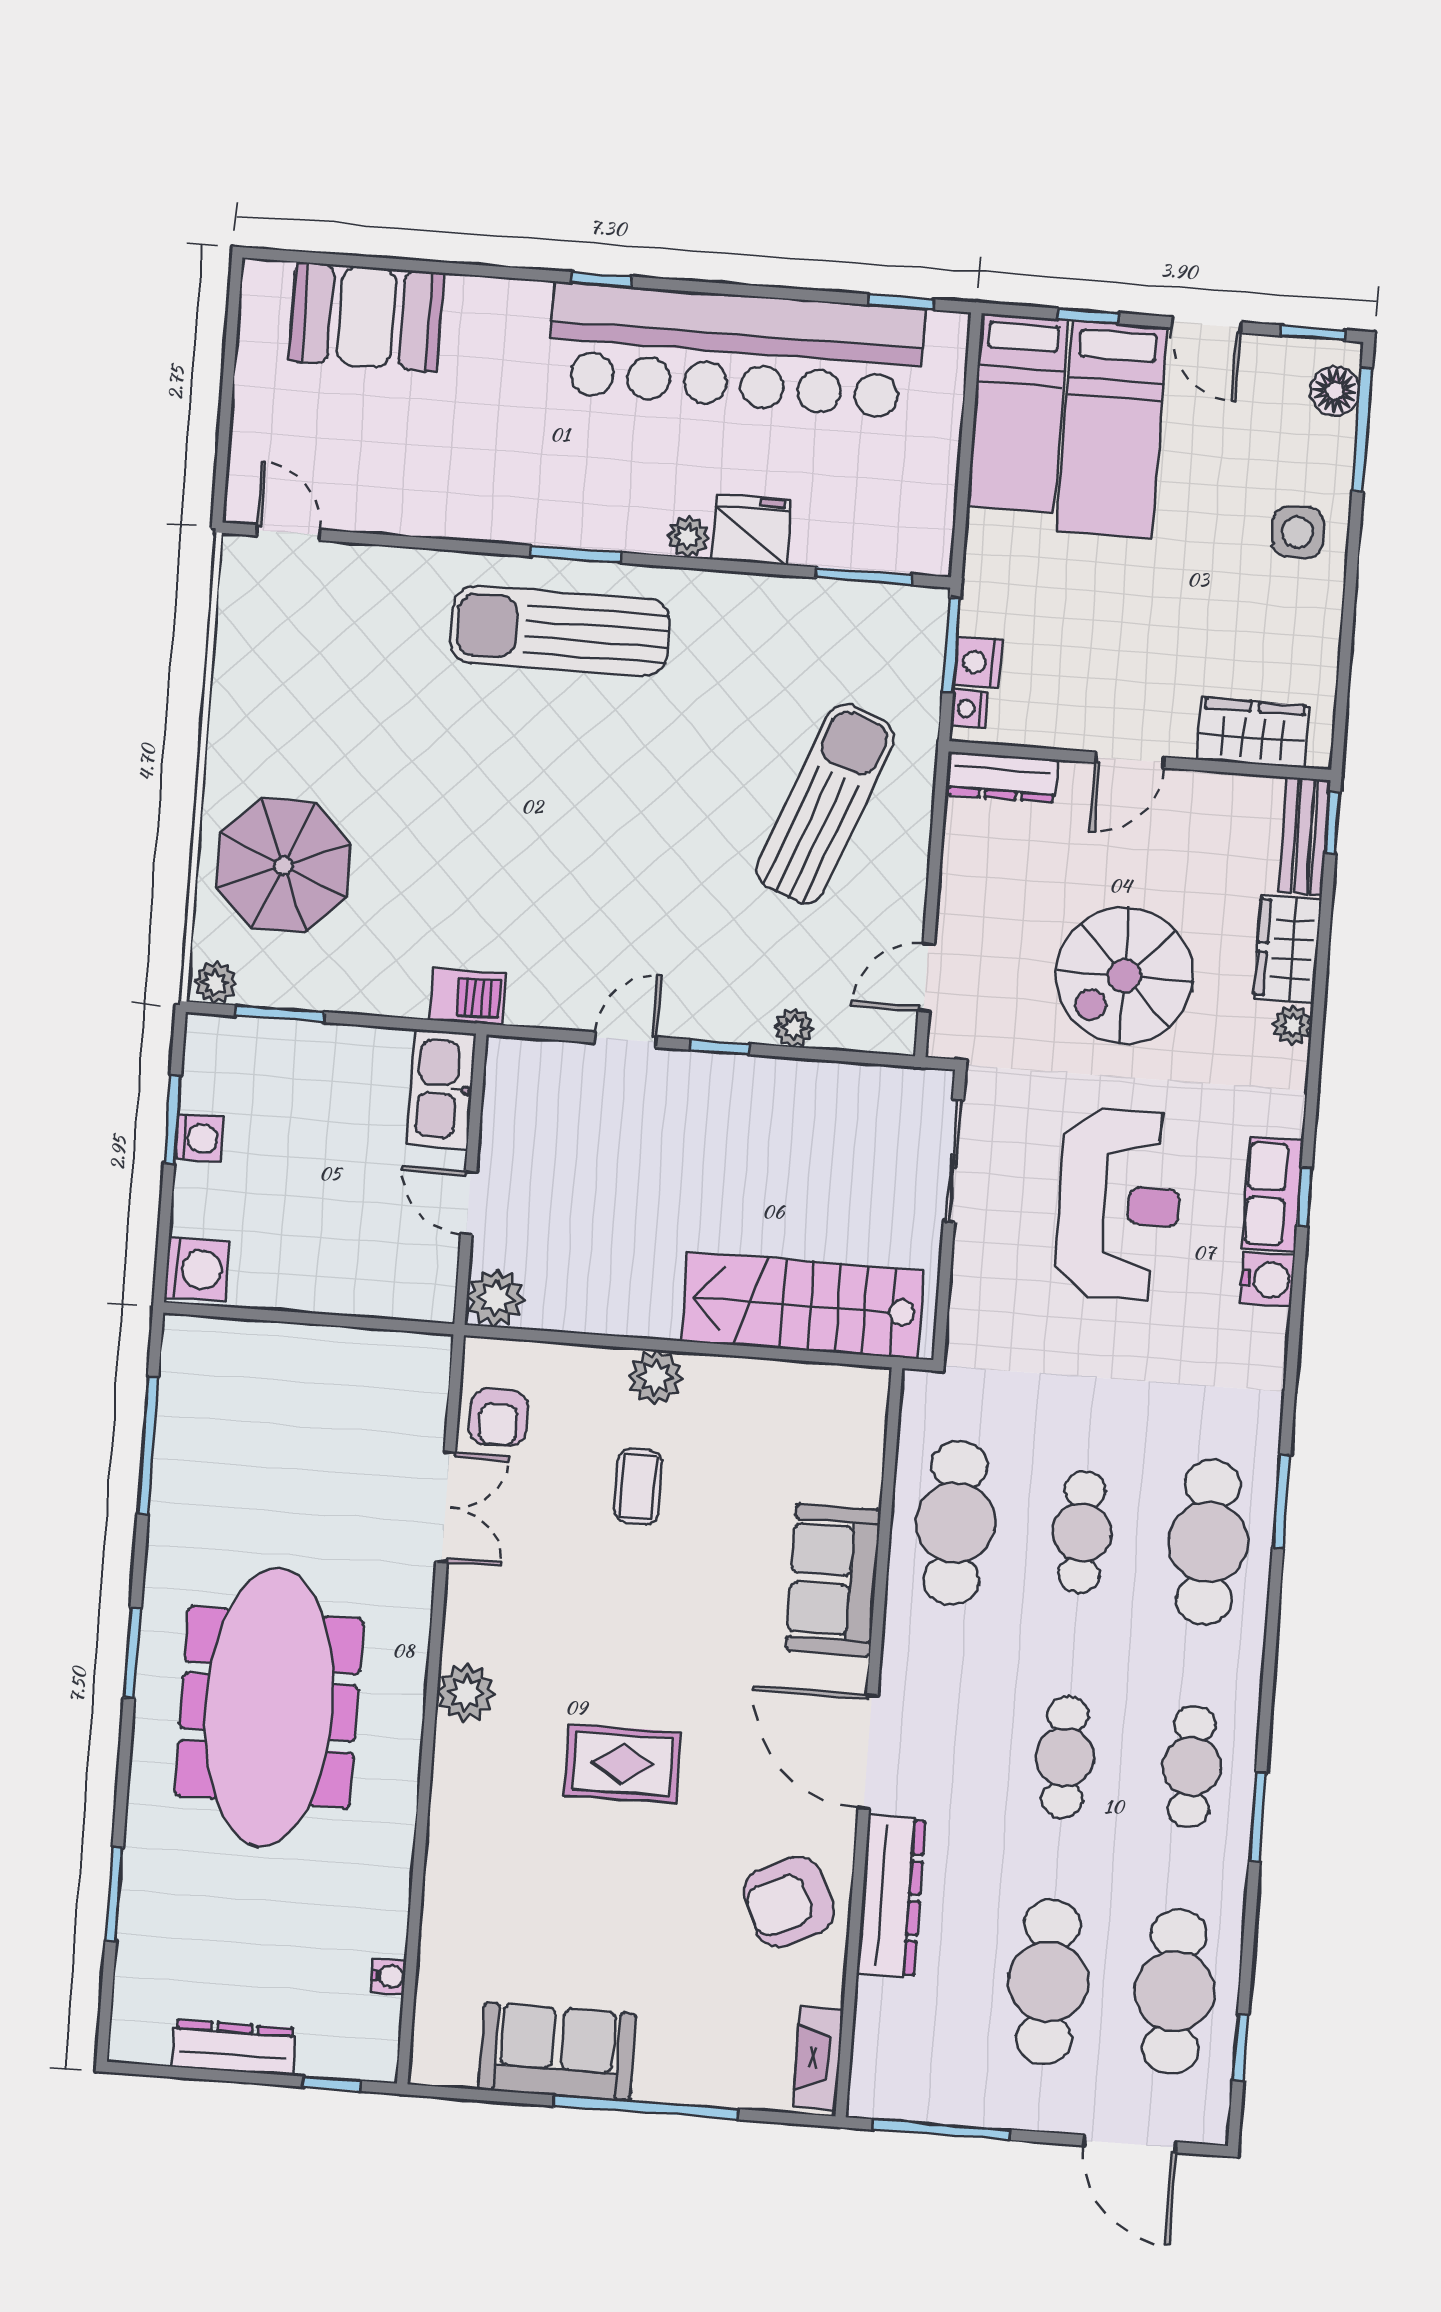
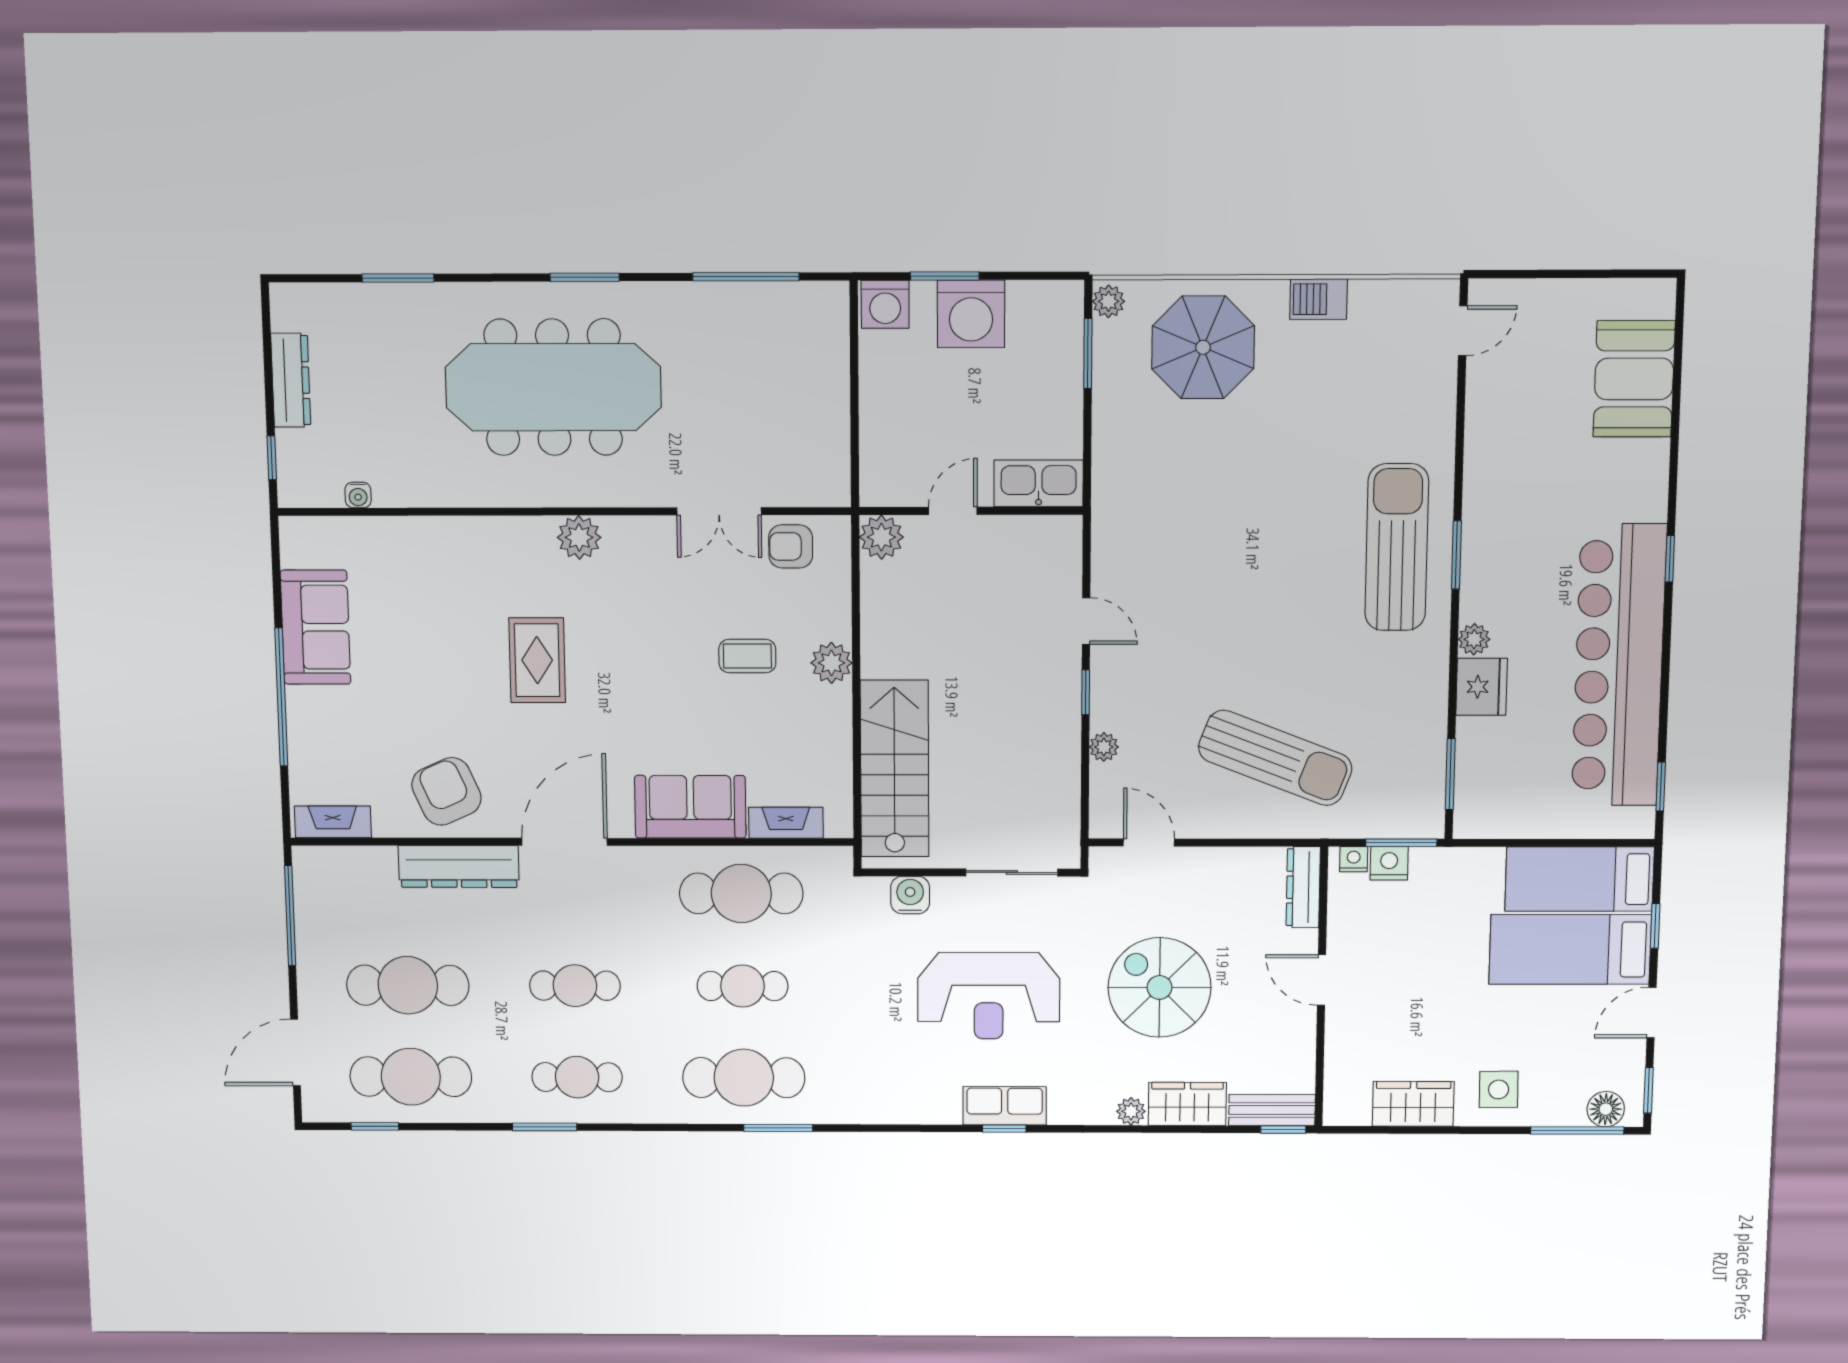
wardrobe: (1253, 733) -> (1413, 1104), moved, turned -90
barbecue: (468, 997) -> (1318, 299), moved, turned 90
window: (172, 1120) -> (945, 276), moved
washing machine: (199, 1138) -> (971, 314), width x1.89, depth x1.89
water cooler: (1267, 1280) -> (910, 895), moved, turned 180
fireplace: (864, 1455) -> (786, 823), added

